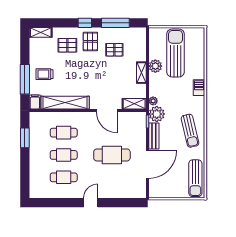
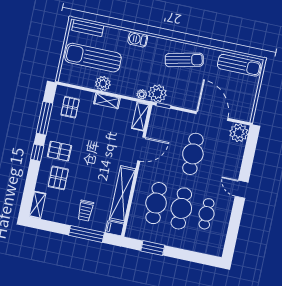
pallet: (114, 50) -> (70, 107), moved
cafe table: (64, 133) -> (156, 203), width x1.37, depth x1.35
bench: (154, 136) -> (88, 28), moved
cafe table: (64, 155) -> (181, 208), width x1.37, depth x1.35
plant: (138, 190) -> (239, 133), added

